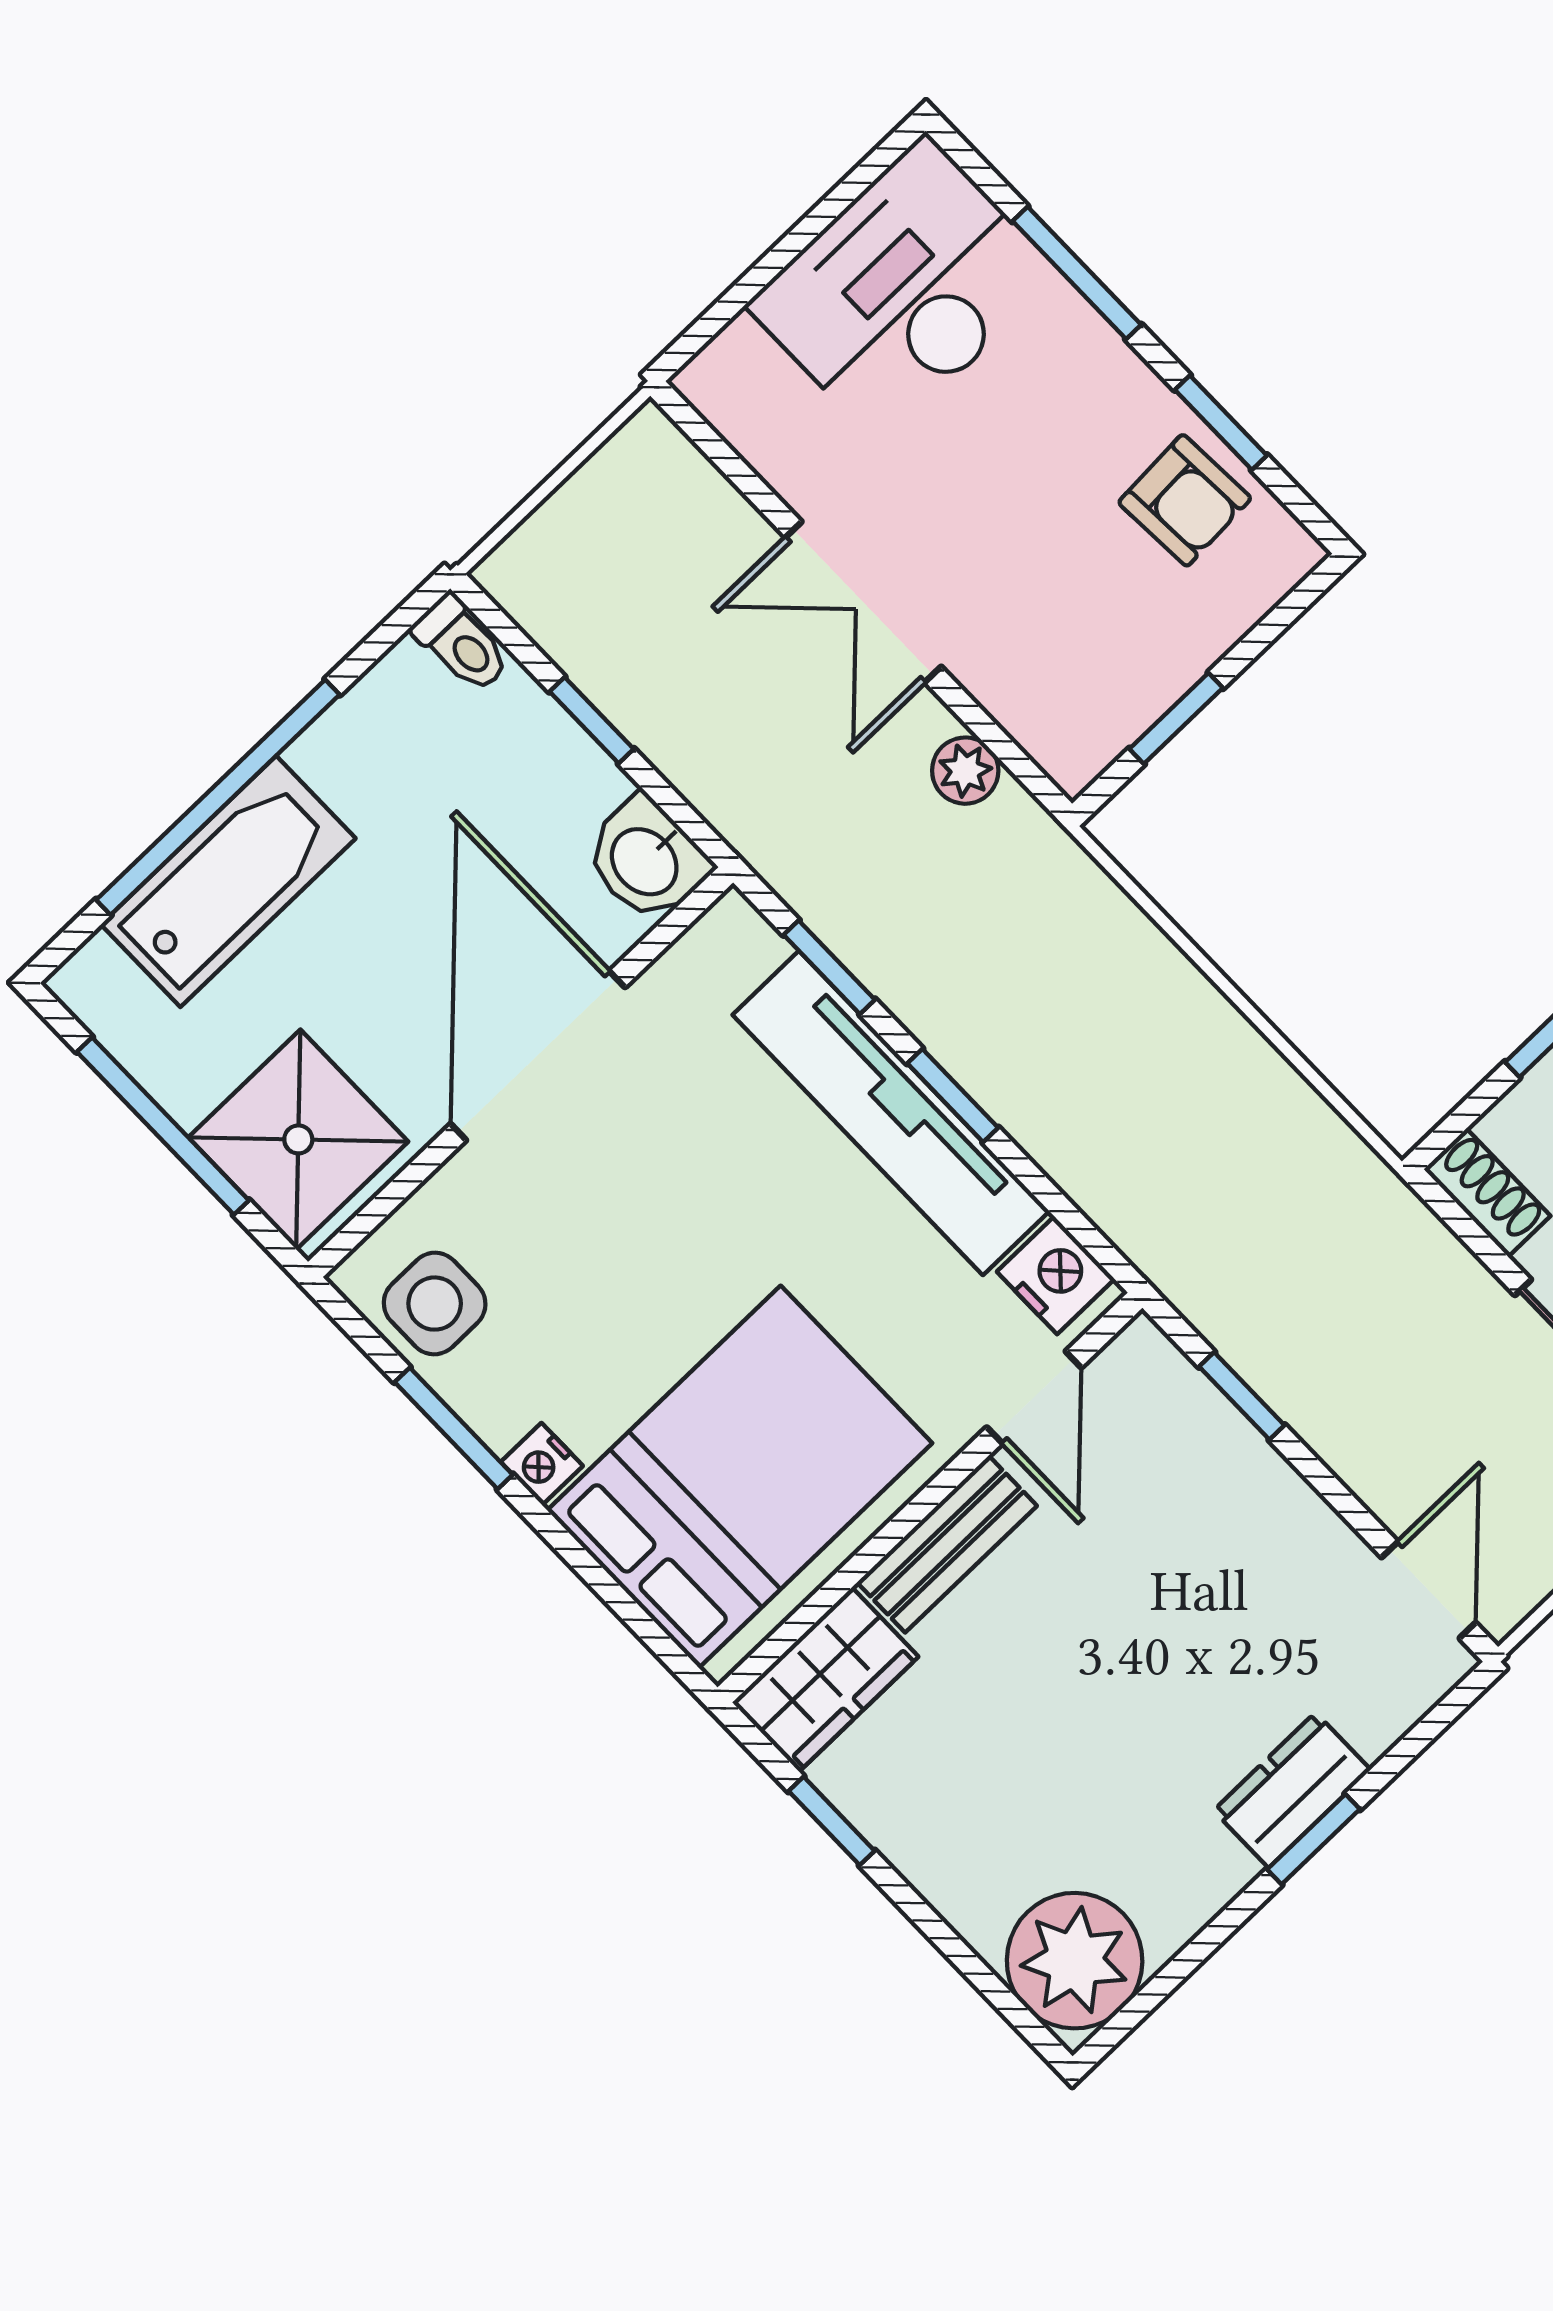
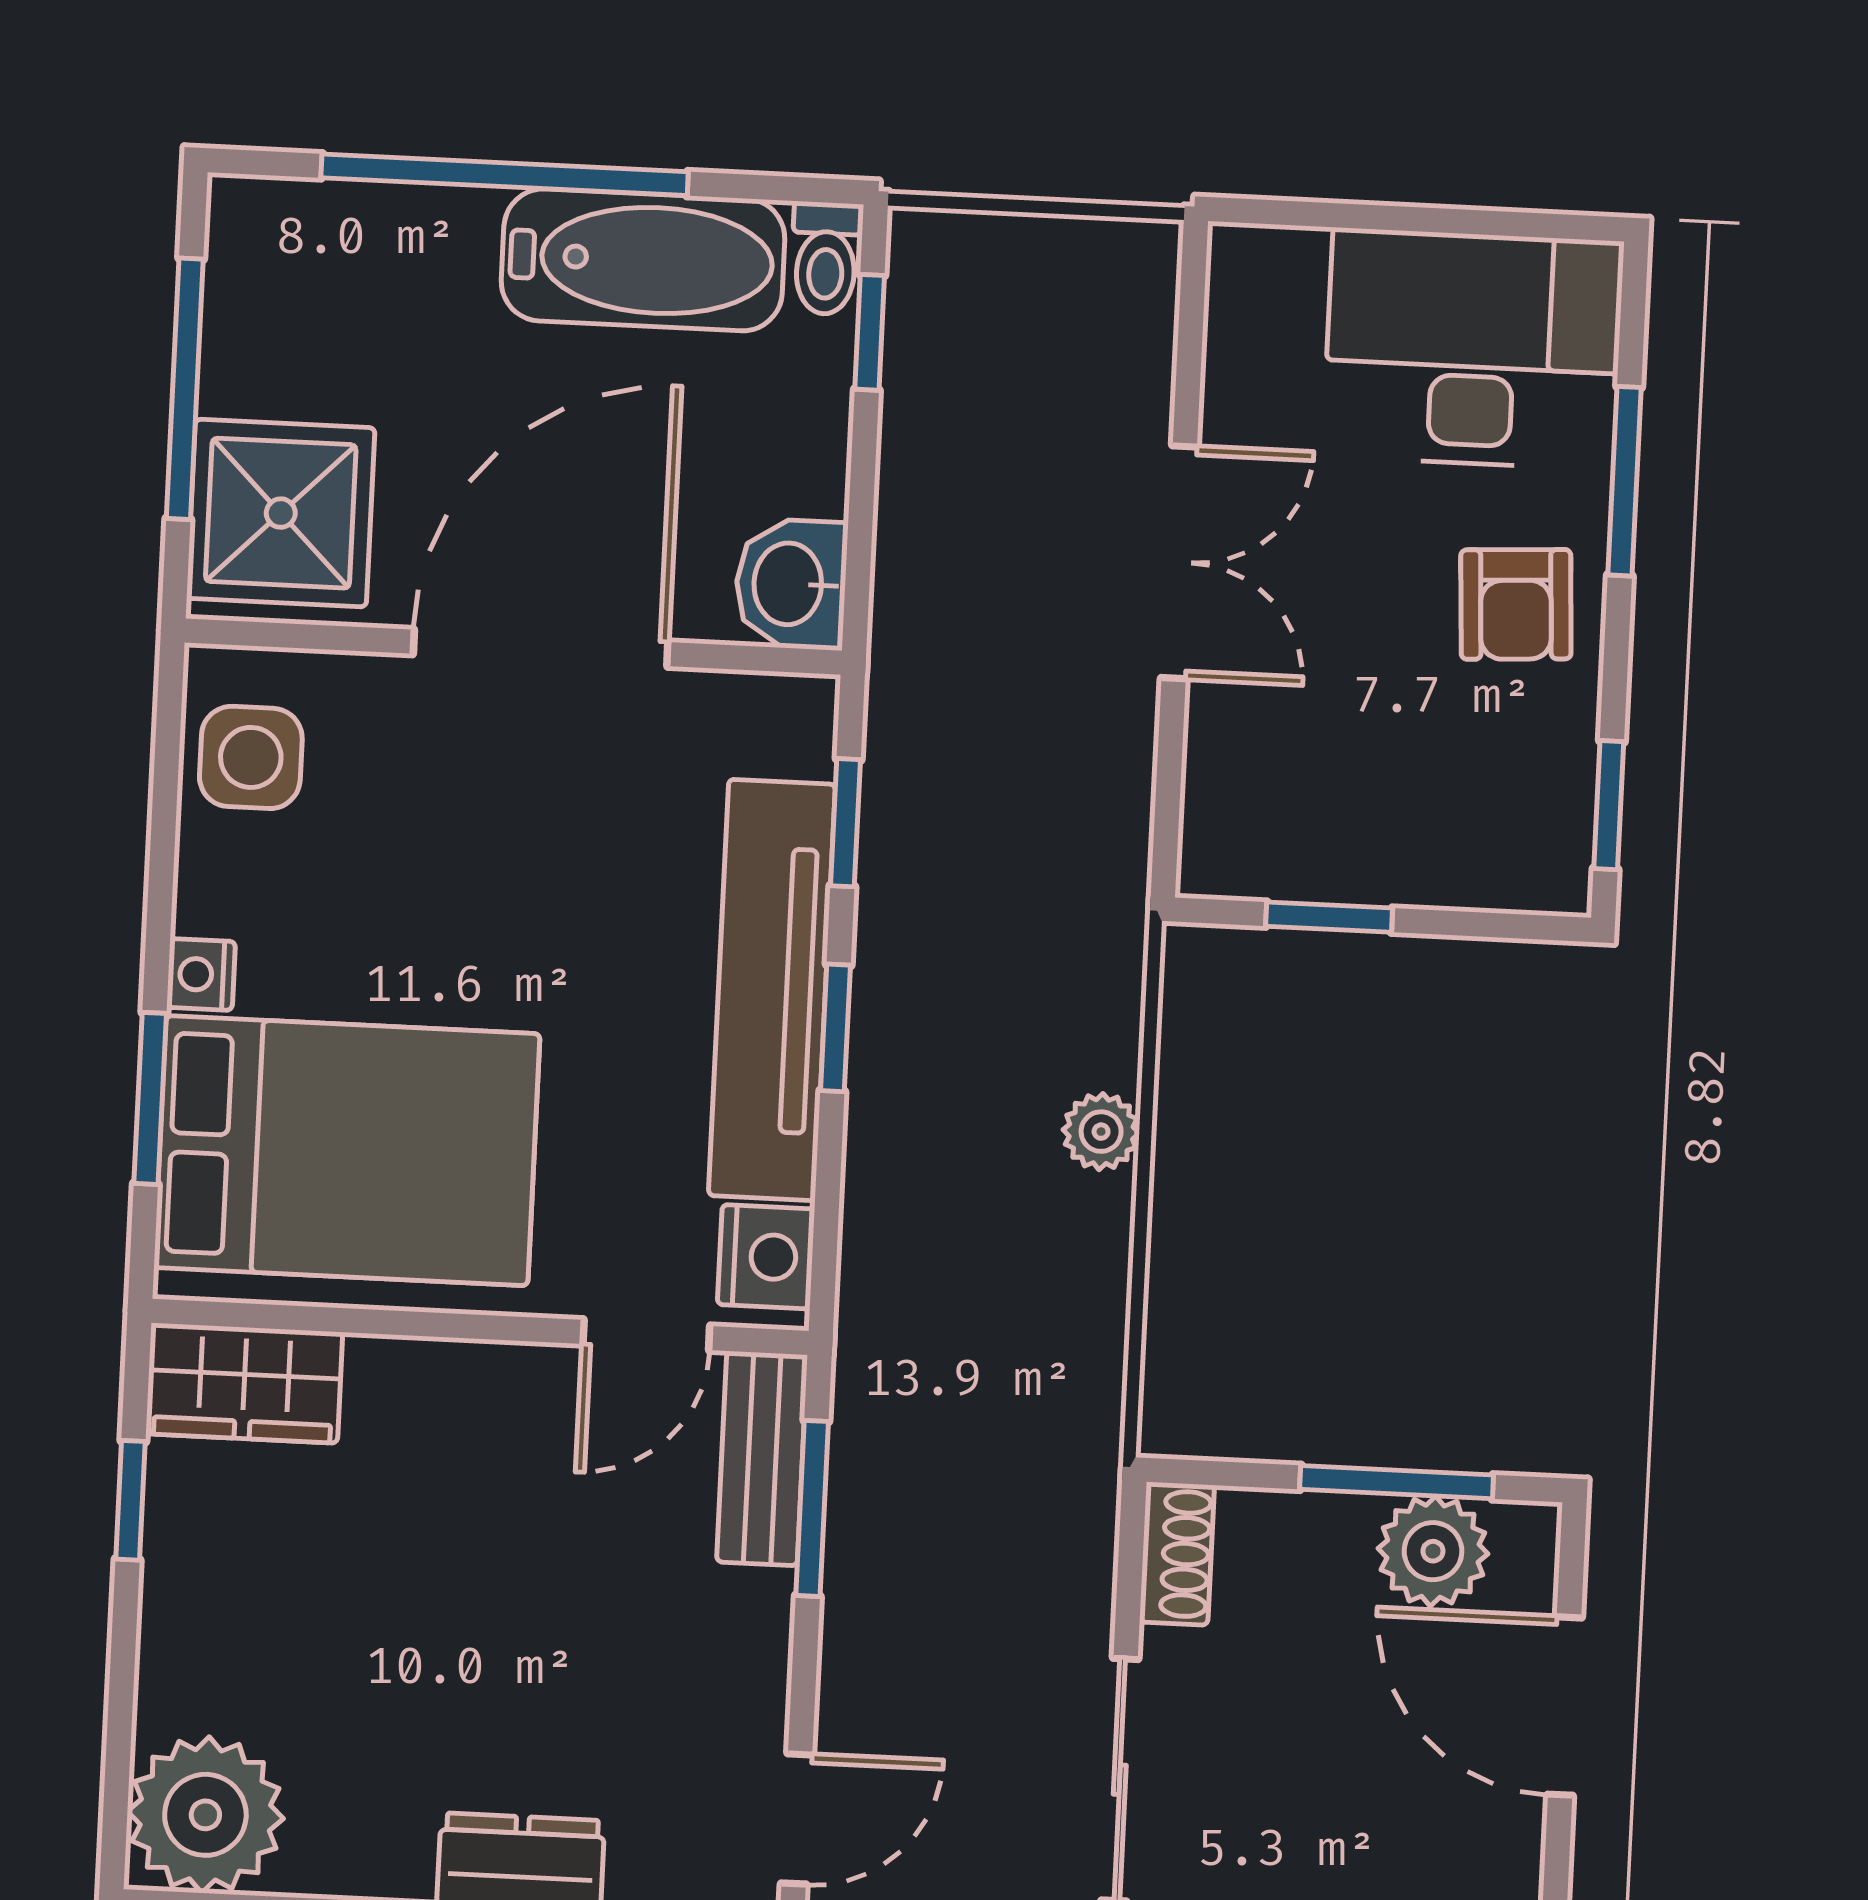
window: (1221, 423) -> (1609, 805), moved
armchair: (1185, 500) -> (1516, 604), moved
double door: (863, 602) -> (1179, 562), swing flipped
window: (592, 720) -> (870, 332), moved
plant: (965, 771) -> (1101, 1132), moved
bathtub: (228, 881) -> (643, 260), moved
window: (1242, 1396) -> (812, 1508), width x1.50
window: (454, 1428) -> (150, 1098), moved
bench: (947, 1544) -> (762, 1458), moved, turned 90

